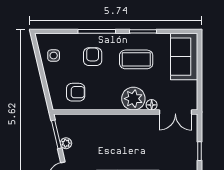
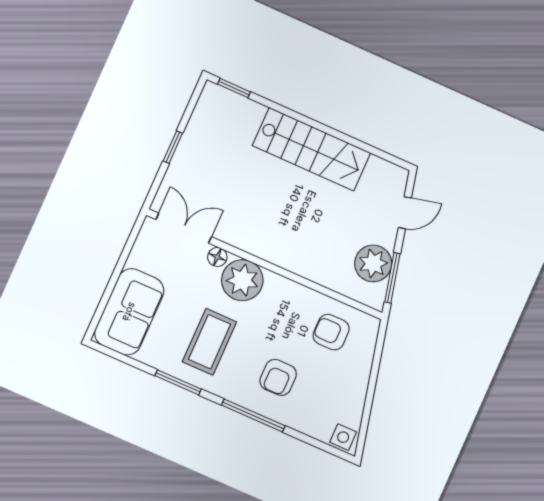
side table: (54, 56) -> (343, 437), moved
coffee table: (136, 59) -> (210, 342), turned 90
plant: (66, 143) -> (373, 263), width x1.87, depth x1.87

